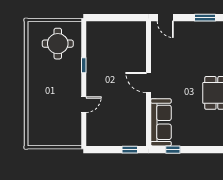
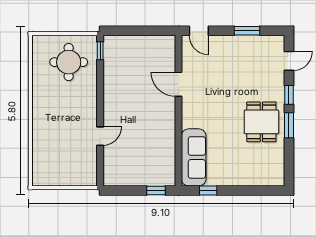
window: (84, 65) -> (100, 51), moved
door: (149, 83) -> (179, 84), moved

